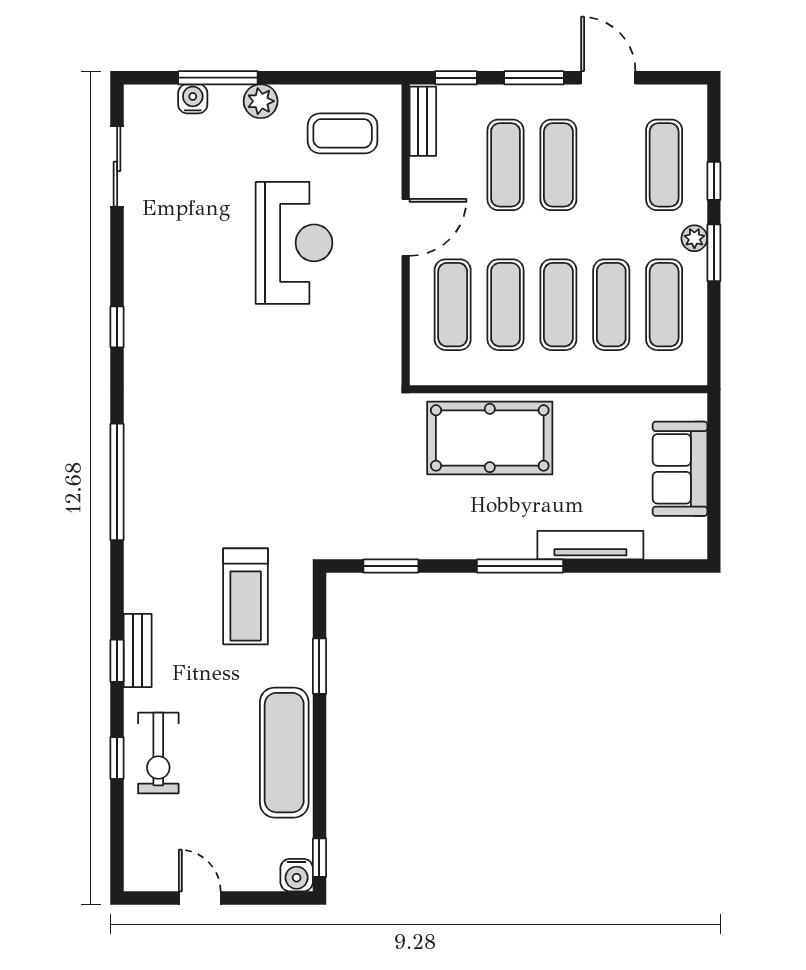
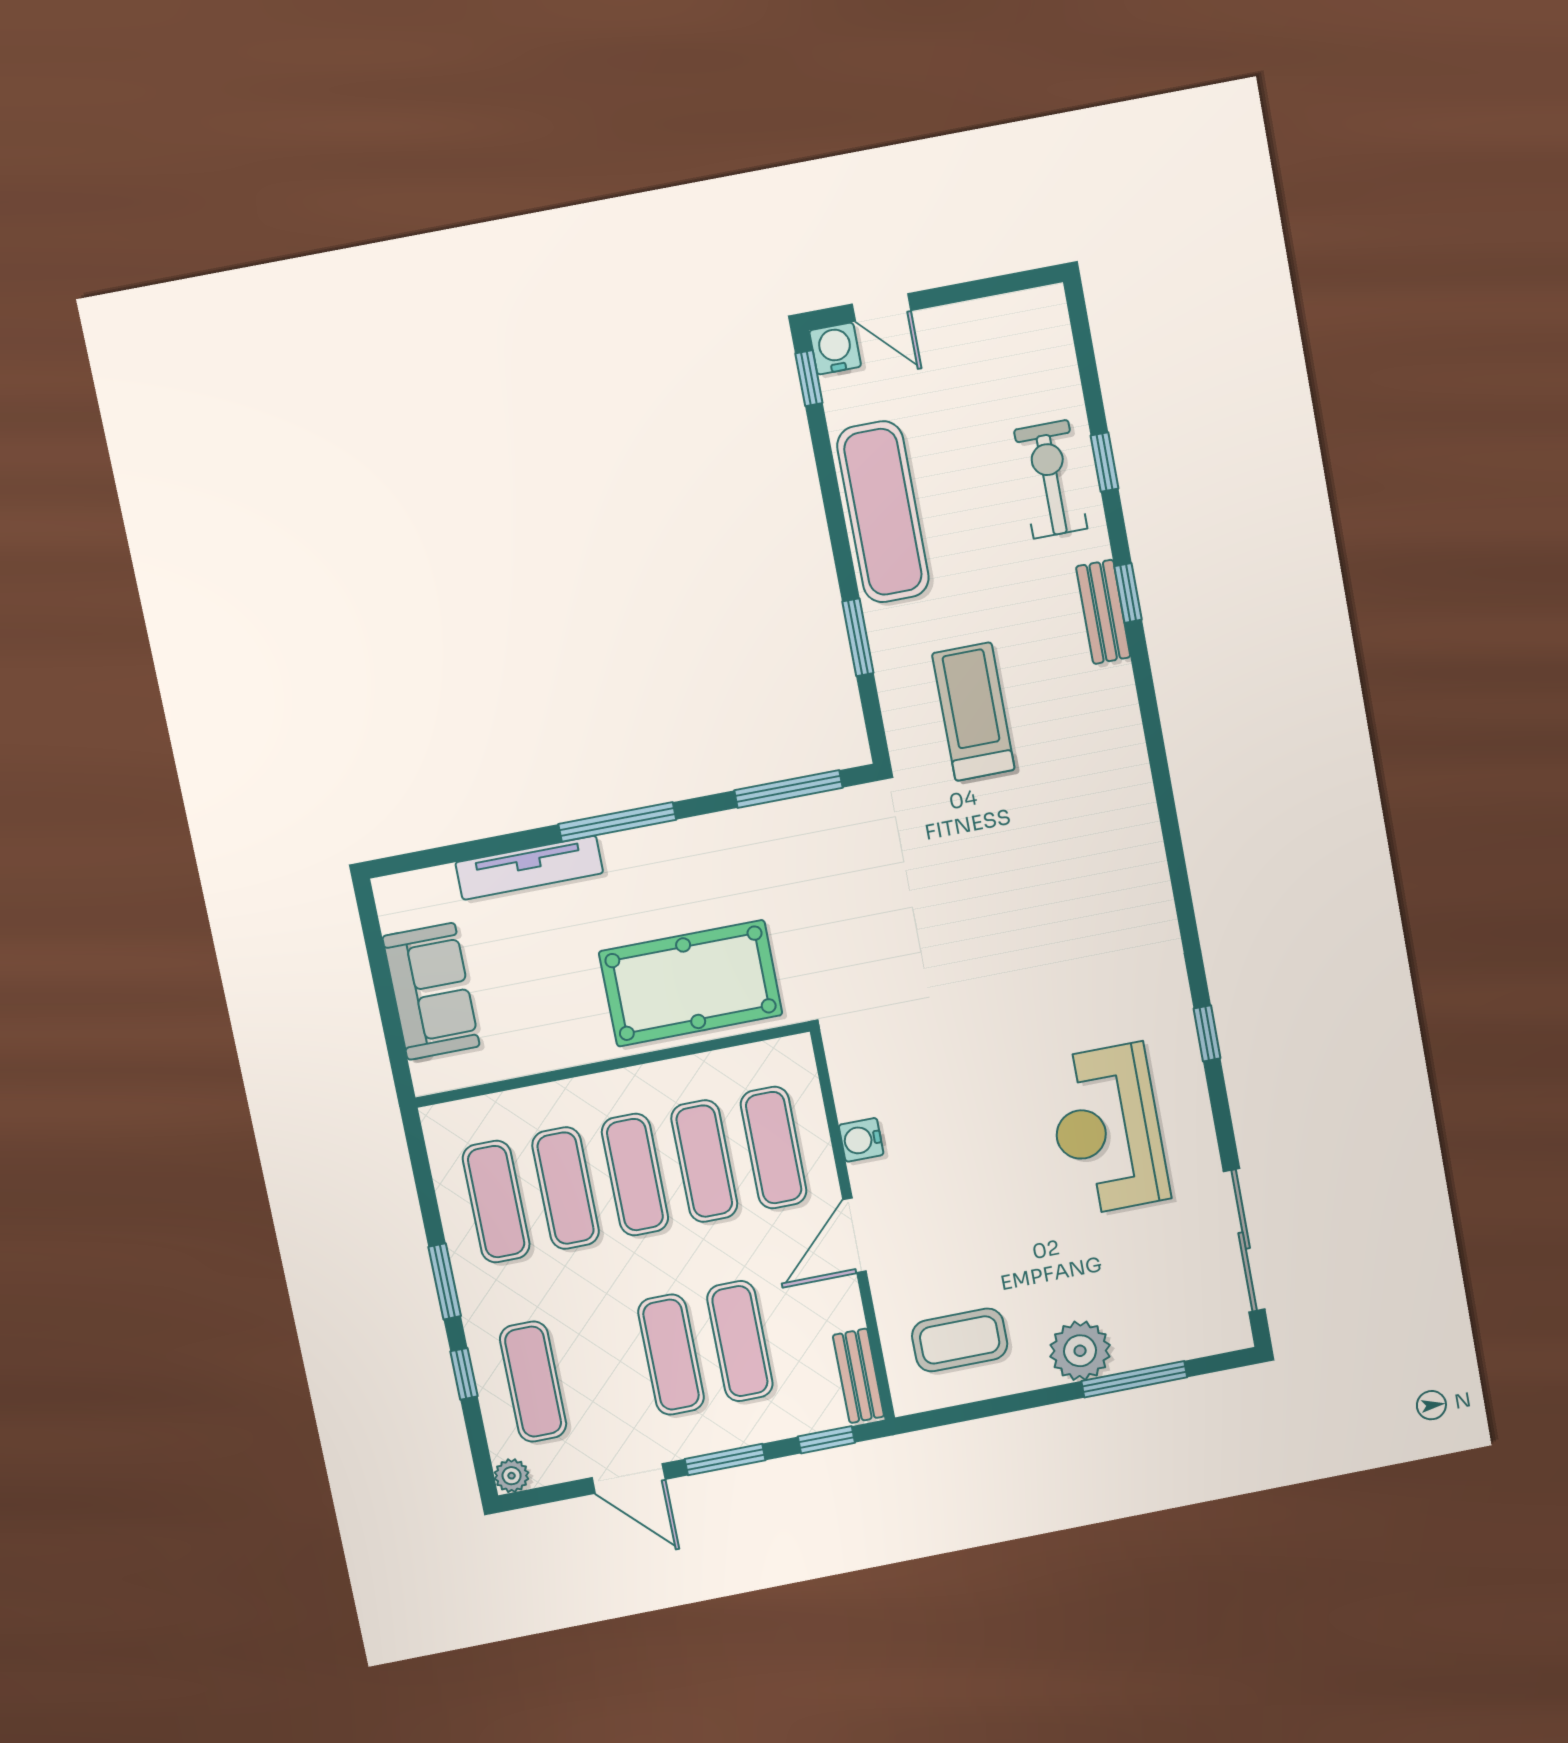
water cooler: (193, 99) -> (861, 1140), moved, turned 90
plant: (261, 101) -> (1080, 1351), width x1.36, depth x1.36
sliding door: (117, 166) -> (1244, 1241), width x1.37
plant: (694, 238) -> (512, 1476), moved
reception desk: (294, 243) -> (1107, 1129), moved
window: (117, 482) -> (1171, 831), removed
window: (391, 566) -> (788, 789), width x1.44
door: (200, 898) -> (881, 307), moved

